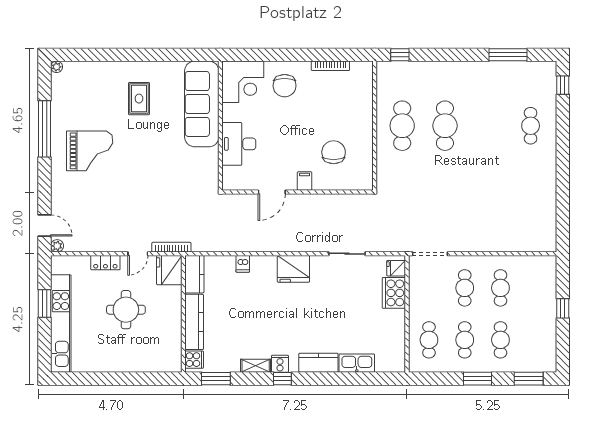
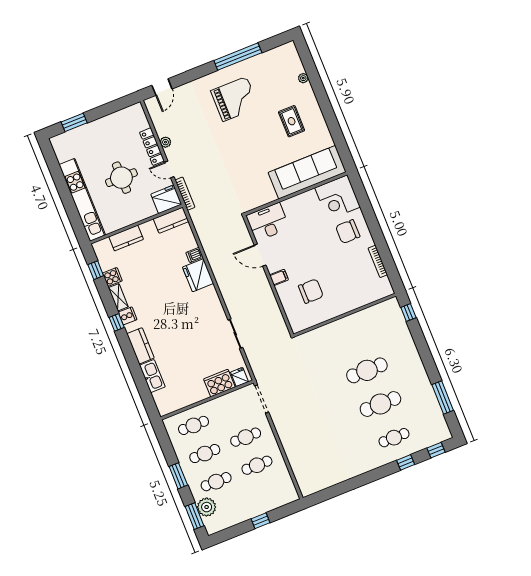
plant: (57, 67) -> (303, 78), moved
rug: (139, 99) -> (292, 121), turned 90
window: (563, 124) -> (406, 462), added
cafe table: (402, 126) -> (380, 404), moved
desk: (239, 144) -> (268, 222), moved
grand piano: (90, 151) -> (235, 99), turned -90
plant: (57, 246) -> (165, 142), moved
locker: (105, 263) -> (152, 147), width x1.53
fridge: (293, 269) -> (198, 275), moved
window: (45, 304) -> (74, 122), moved
kitchen counter: (194, 322) -> (126, 238), width x0.67
kitchen unit: (61, 324) -> (82, 200), moved, turned -90
cooker: (194, 360) -> (112, 277), moved, turned -90
plant: (524, 361) -> (207, 507), added
window: (216, 379) -> (96, 270), width x0.67

